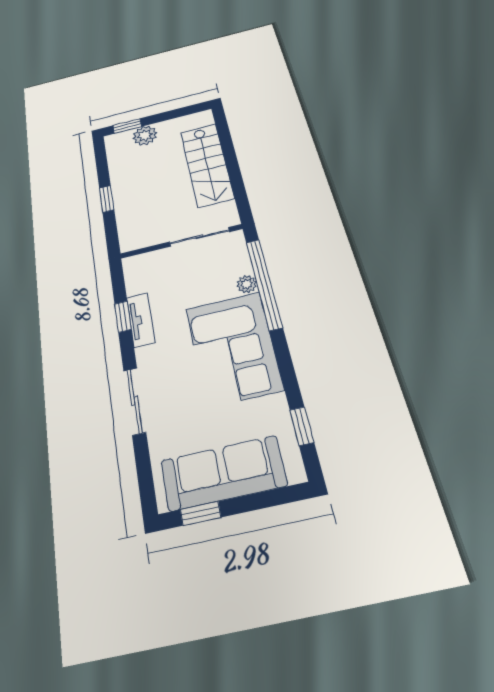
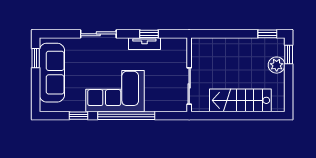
window: (107, 199) -> (267, 34), moved
plant: (247, 284) -> (151, 106), removed
window: (264, 284) -> (126, 116), moved
window: (302, 426) -> (79, 116), moved

